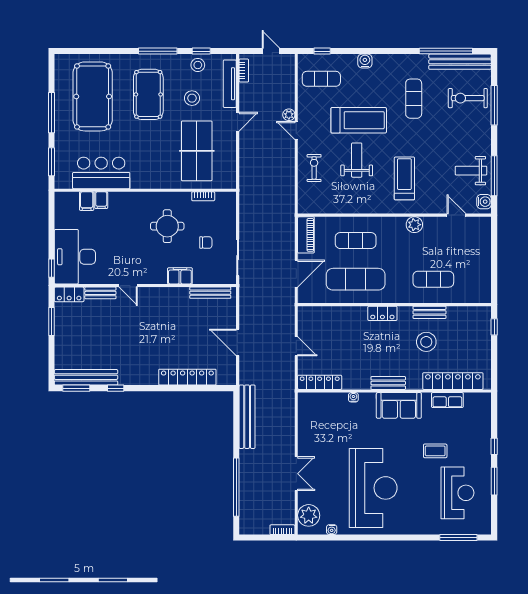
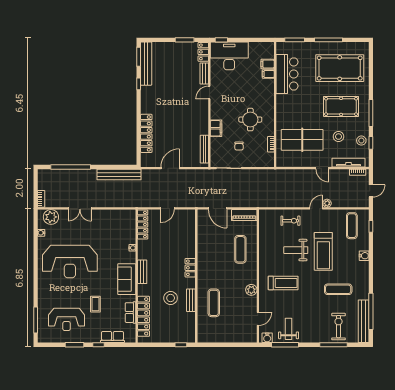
weight bench: (357, 160) -> (296, 250), turned 180
exercise mat: (356, 279) -> (214, 249), removed
row of seats: (483, 426) -> (112, 337), added

